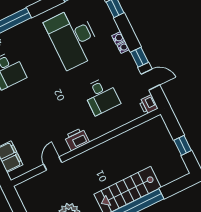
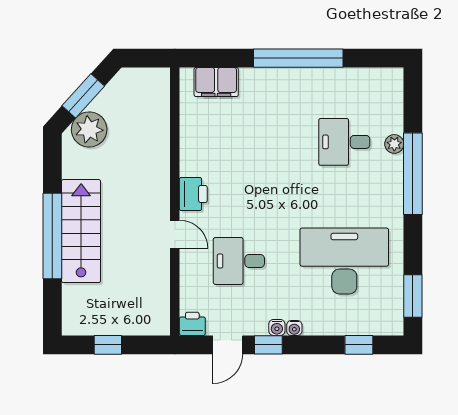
water cooler: (118, 38) -> (277, 327), moved
door: (53, 163) -> (175, 234), moved

